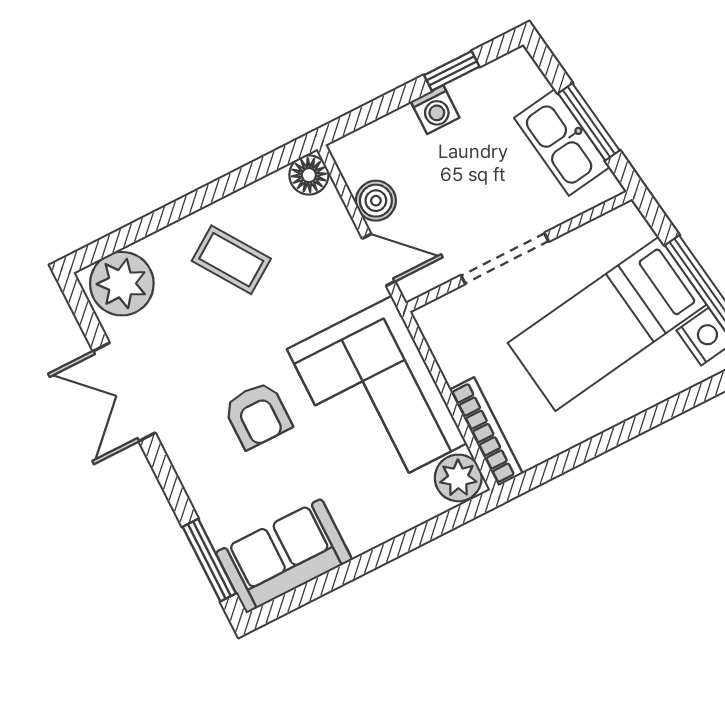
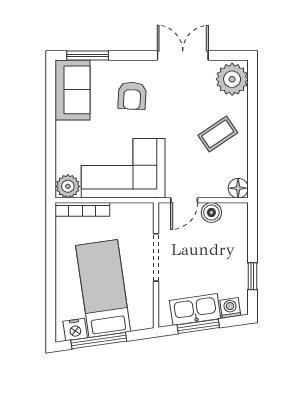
washing machine: (435, 110) -> (230, 308), moved, turned 82
armchair: (257, 415) -> (132, 96), moved, turned -87

